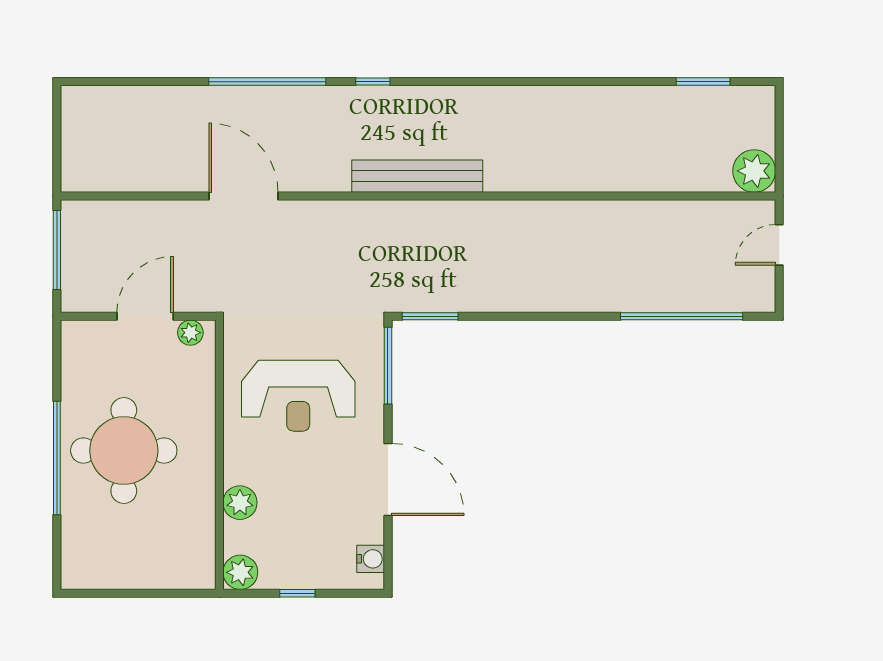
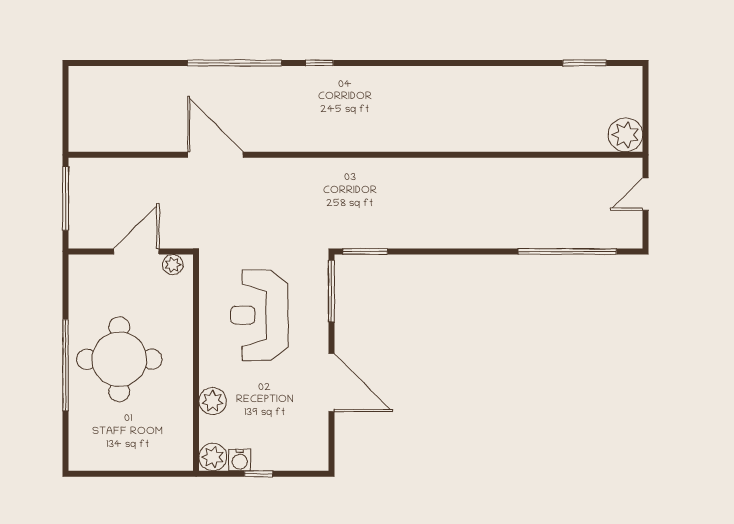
bench: (417, 176) -> (355, 139), removed
reception desk: (298, 396) -> (259, 315), turned 90
water cooler: (371, 559) -> (240, 460), moved, turned 90

